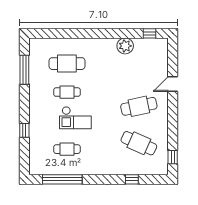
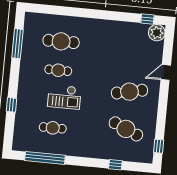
plant: (125, 46) -> (157, 33), moved

